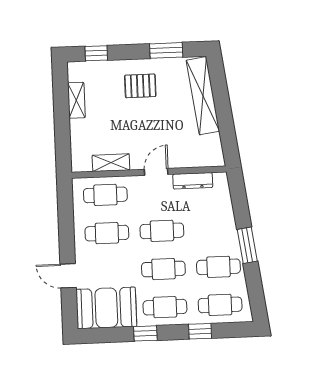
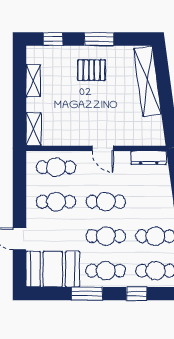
window: (166, 50) -> (99, 39), moved
shelving: (111, 163) -> (34, 129), moved, turned 90
door: (156, 172) -> (103, 148), swing flipped
dresser: (193, 181) -> (149, 158), moved
window: (145, 333) -> (87, 294), width x1.50

